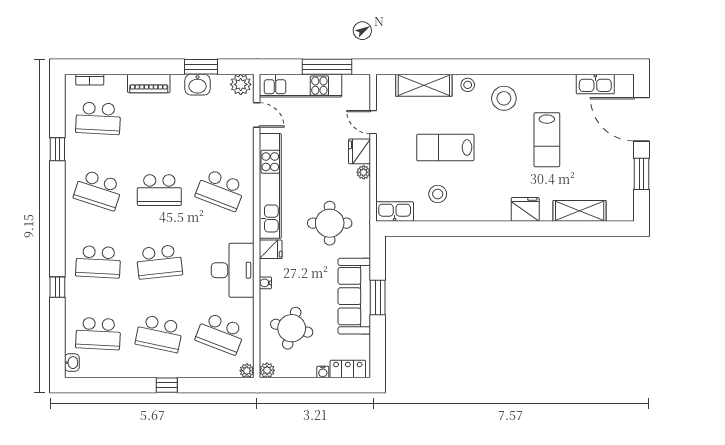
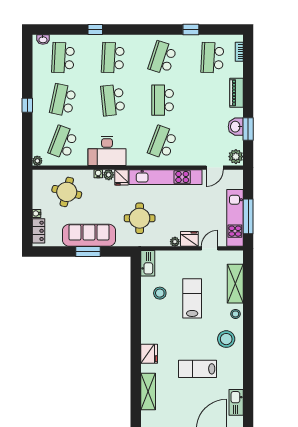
kitchen unit: (300, 86) -> (235, 218), moved
plant: (267, 370) -> (109, 175), moved

